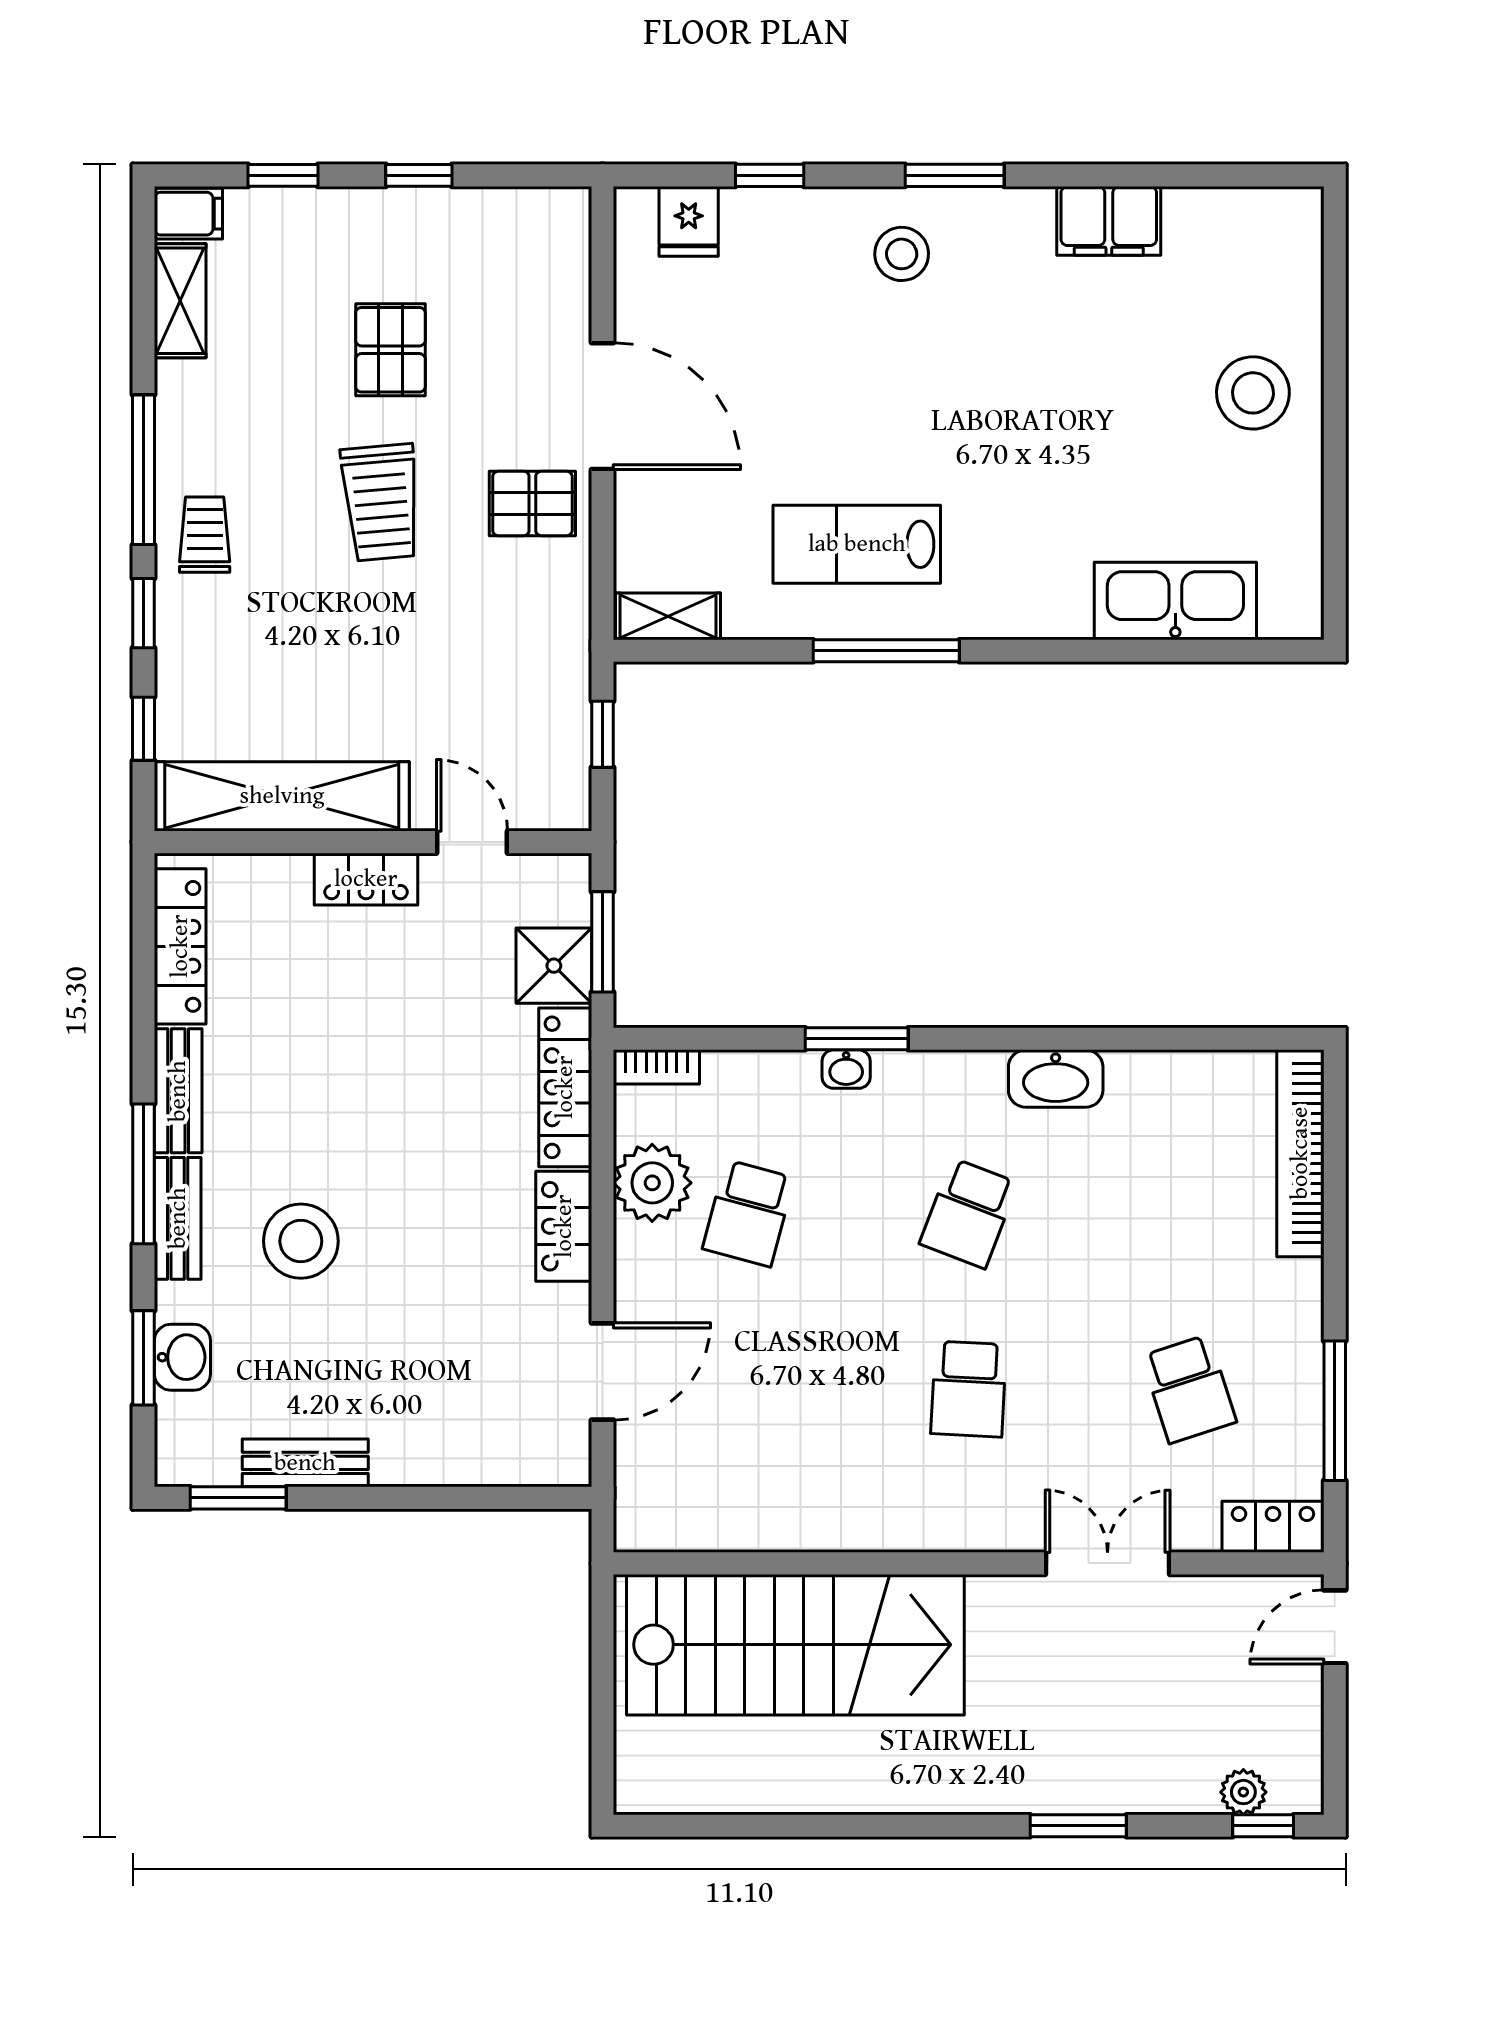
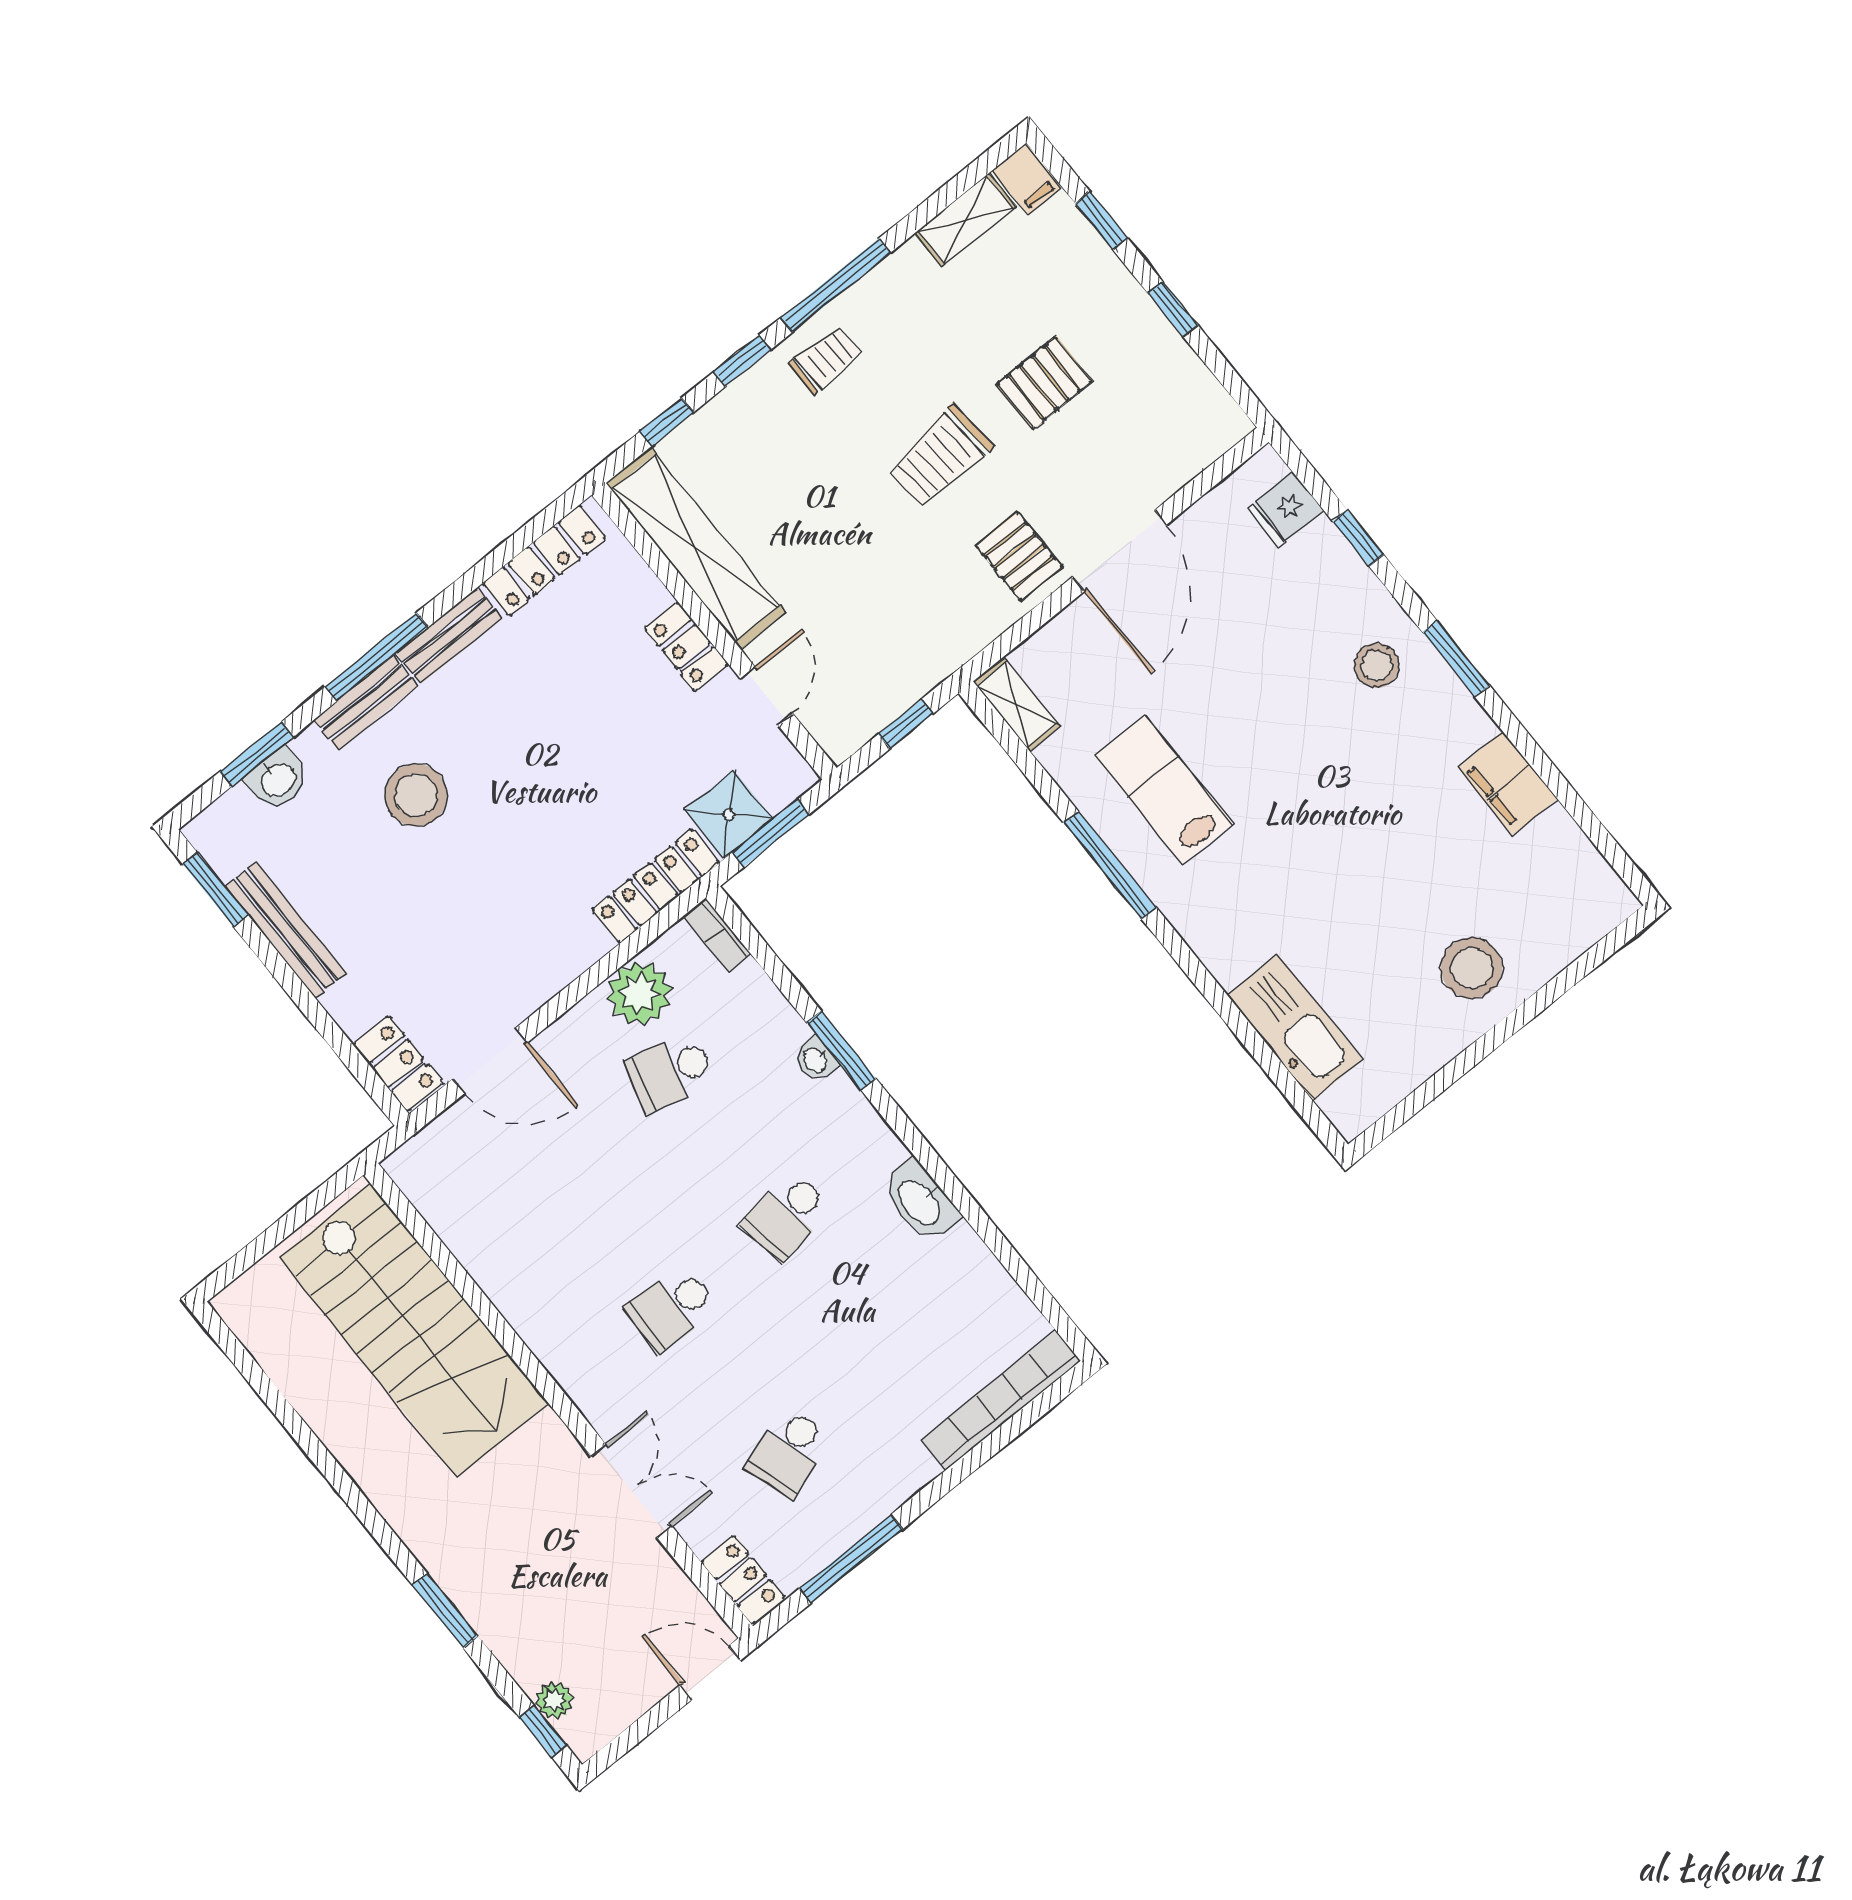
school desk: (969, 1213) -> (787, 1216), turned -30
locker: (564, 1226) -> (398, 1064), moved, turned 90
bench: (305, 1463) -> (286, 930), width x1.36

